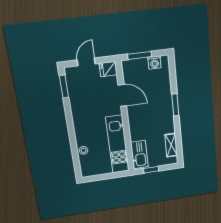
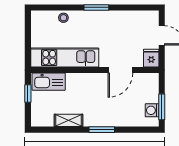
window: (140, 55) -> (162, 107), moved
window: (64, 86) -> (96, 7), moved
shelving: (171, 145) -> (69, 120), moved

